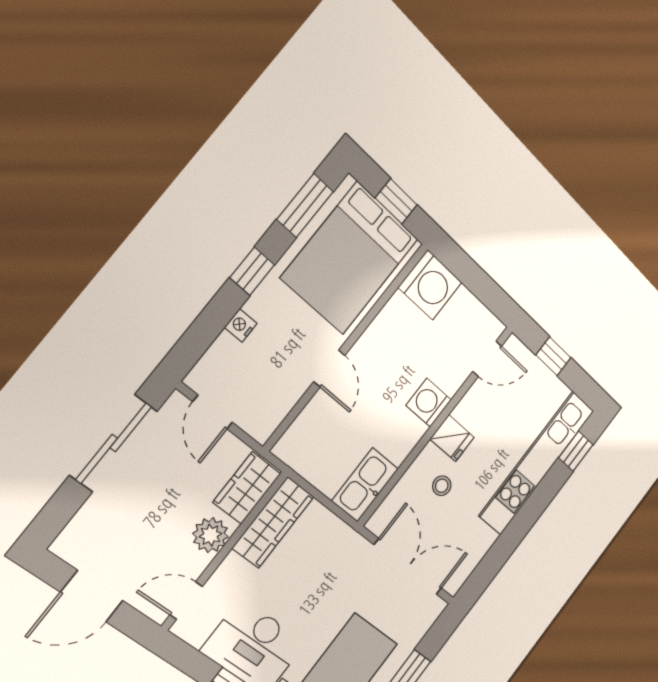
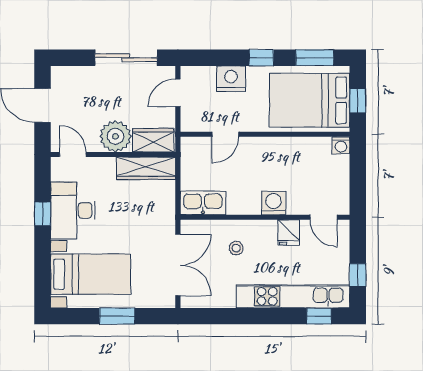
washing machine: (430, 285) -> (341, 145), width x0.53, depth x0.53
nightstand: (241, 325) -> (231, 79), width x1.89, depth x1.79
window: (553, 356) -> (358, 275), moved
door: (329, 368) -> (225, 134), moved
fridge: (452, 438) -> (289, 232), moved
plant: (210, 535) -> (116, 136), width x1.36, depth x1.36

